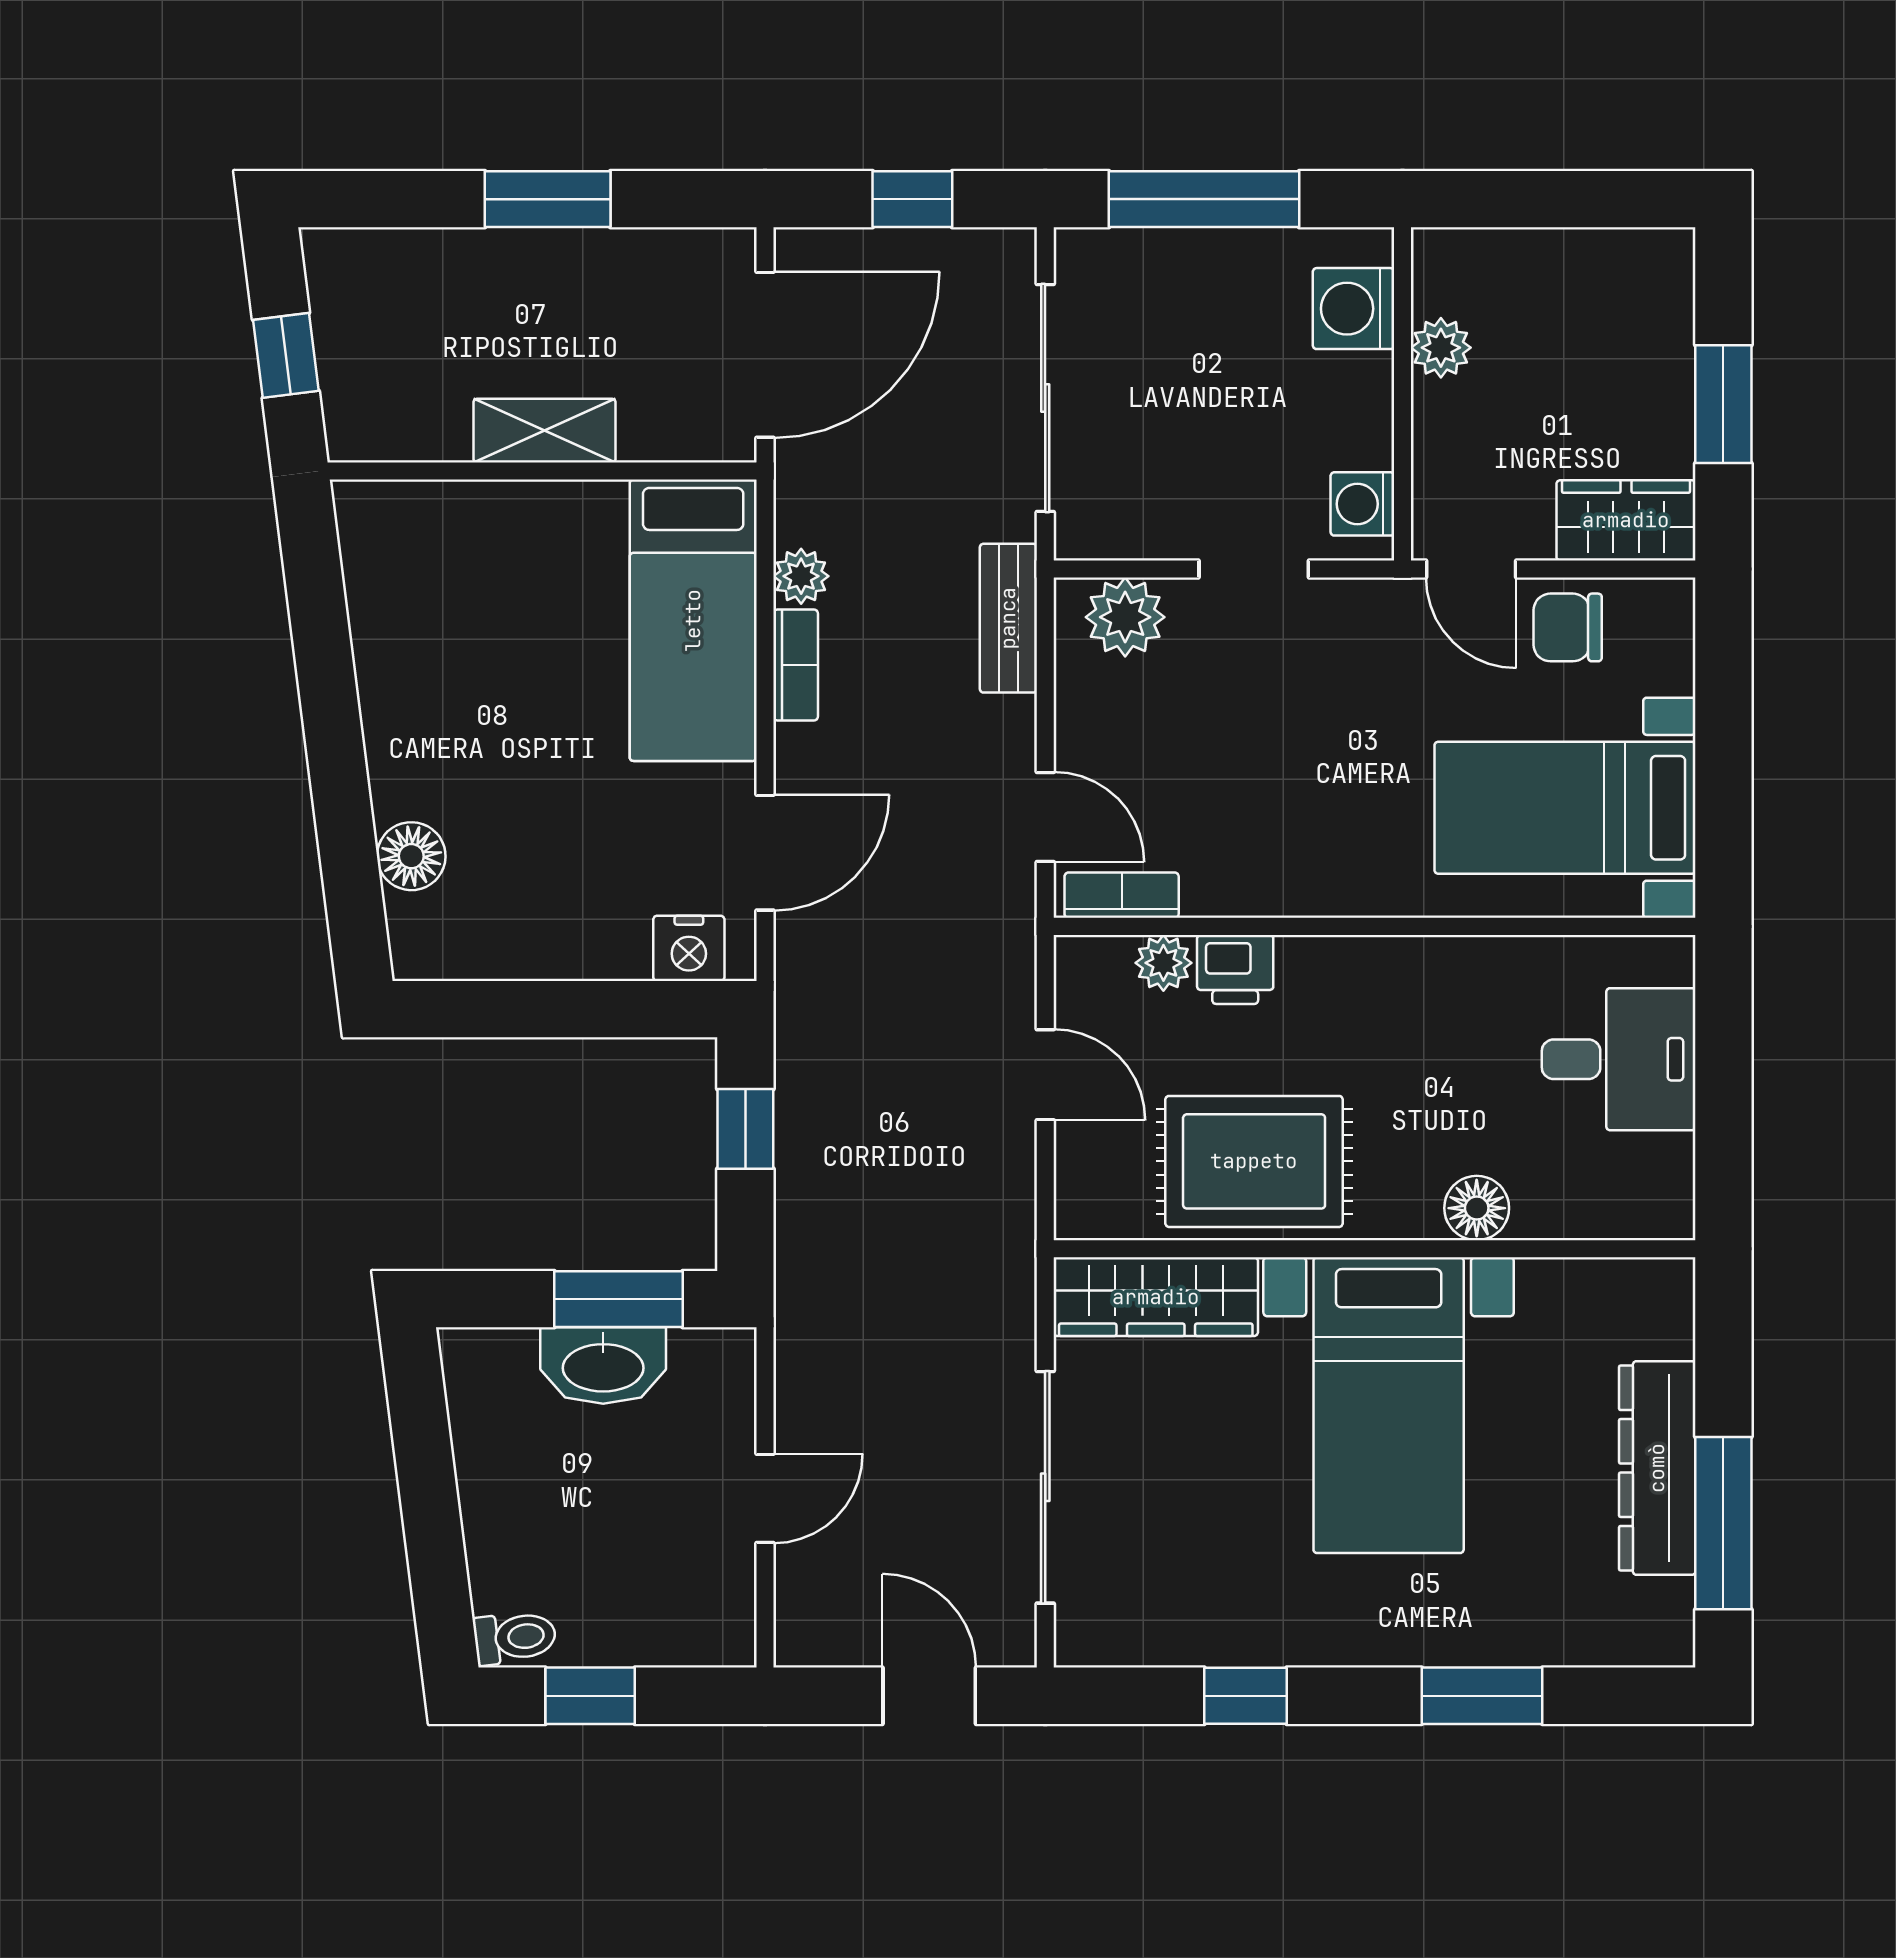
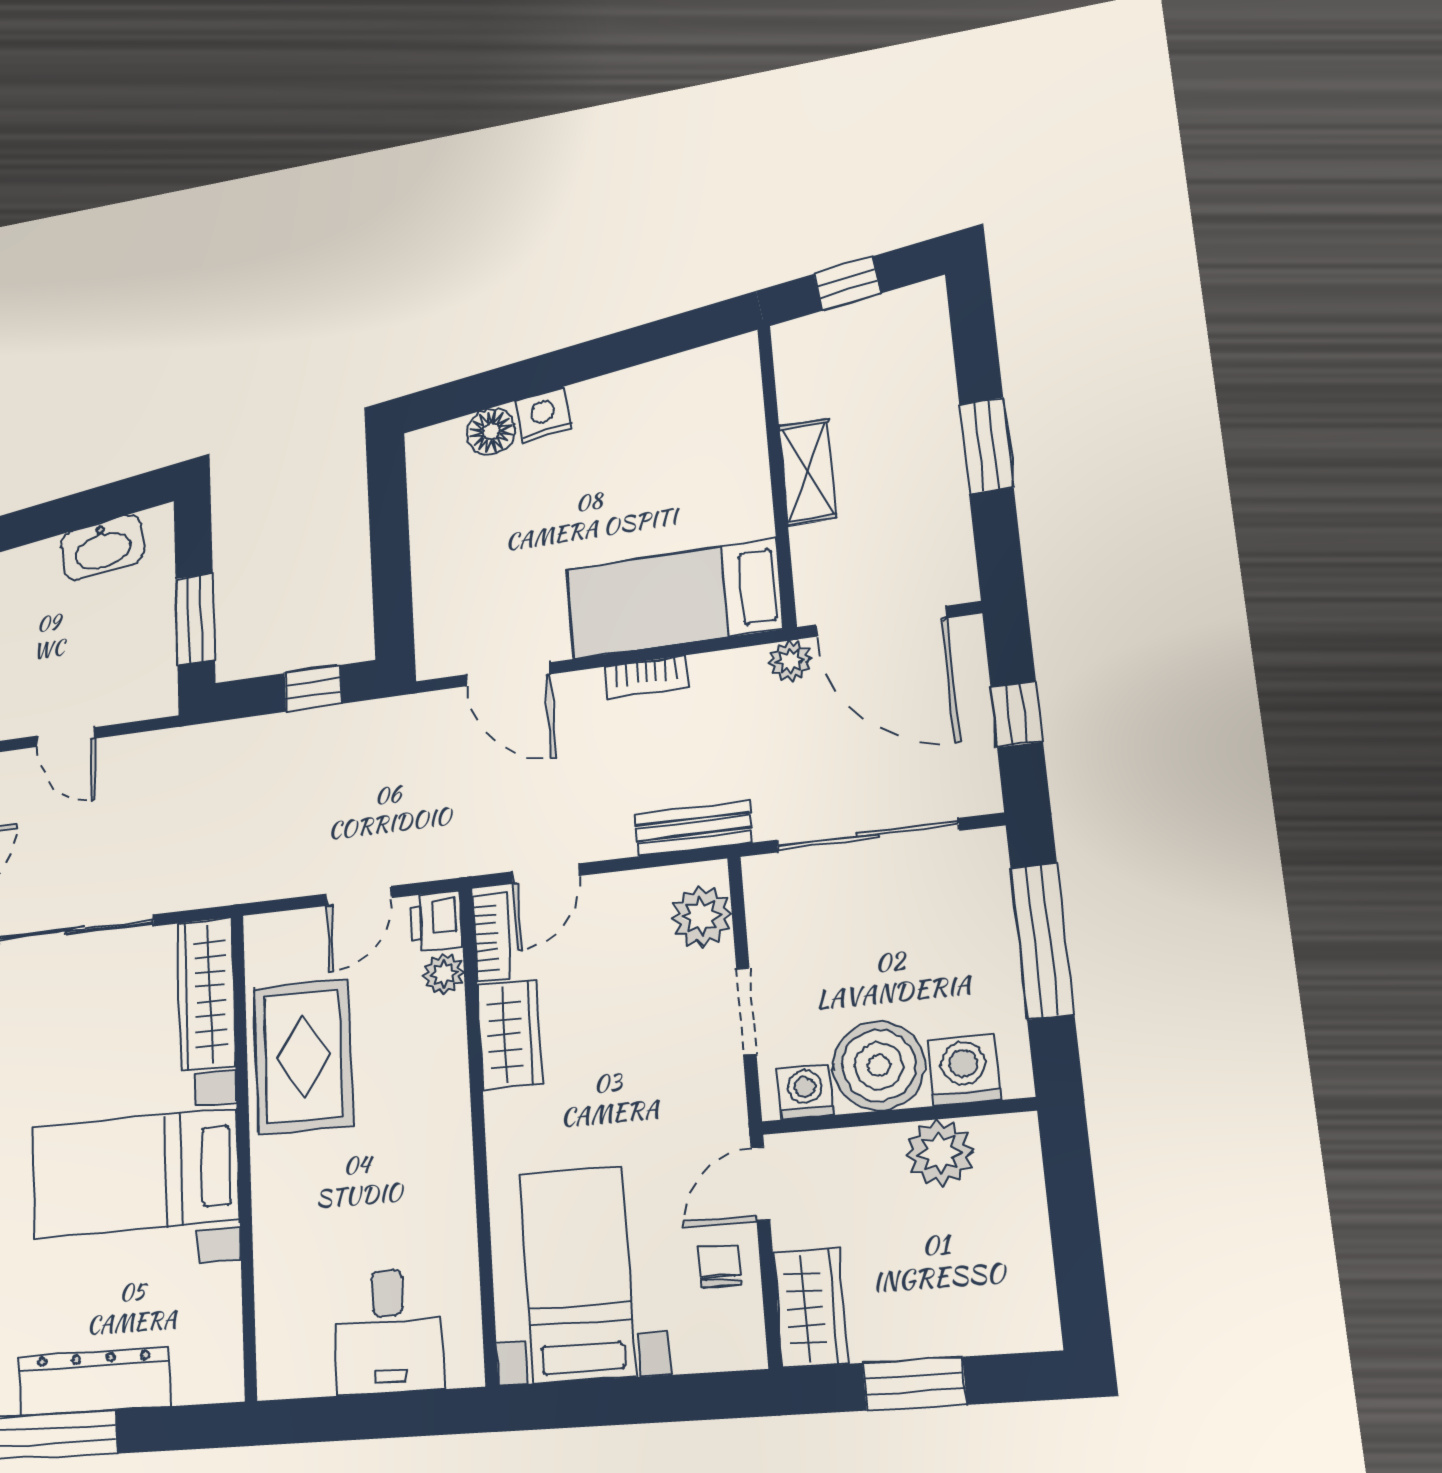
plant: (1441, 348) -> (940, 1153), width x1.38, depth x1.38
boiler: (1338, 411) -> (879, 1066), added
plant: (801, 576) -> (790, 661), moved
chair: (1568, 627) -> (720, 1266), width x0.73, depth x0.73
wardrobe: (1252, 878) -> (509, 1034), added
nightstand: (689, 948) -> (543, 415), moved, turned 83
printer: (1235, 969) -> (436, 921), moved
floor lamp: (1477, 1208) -> (275, 1228), removed
washbasin: (603, 1366) -> (103, 547), moved, turned -97

